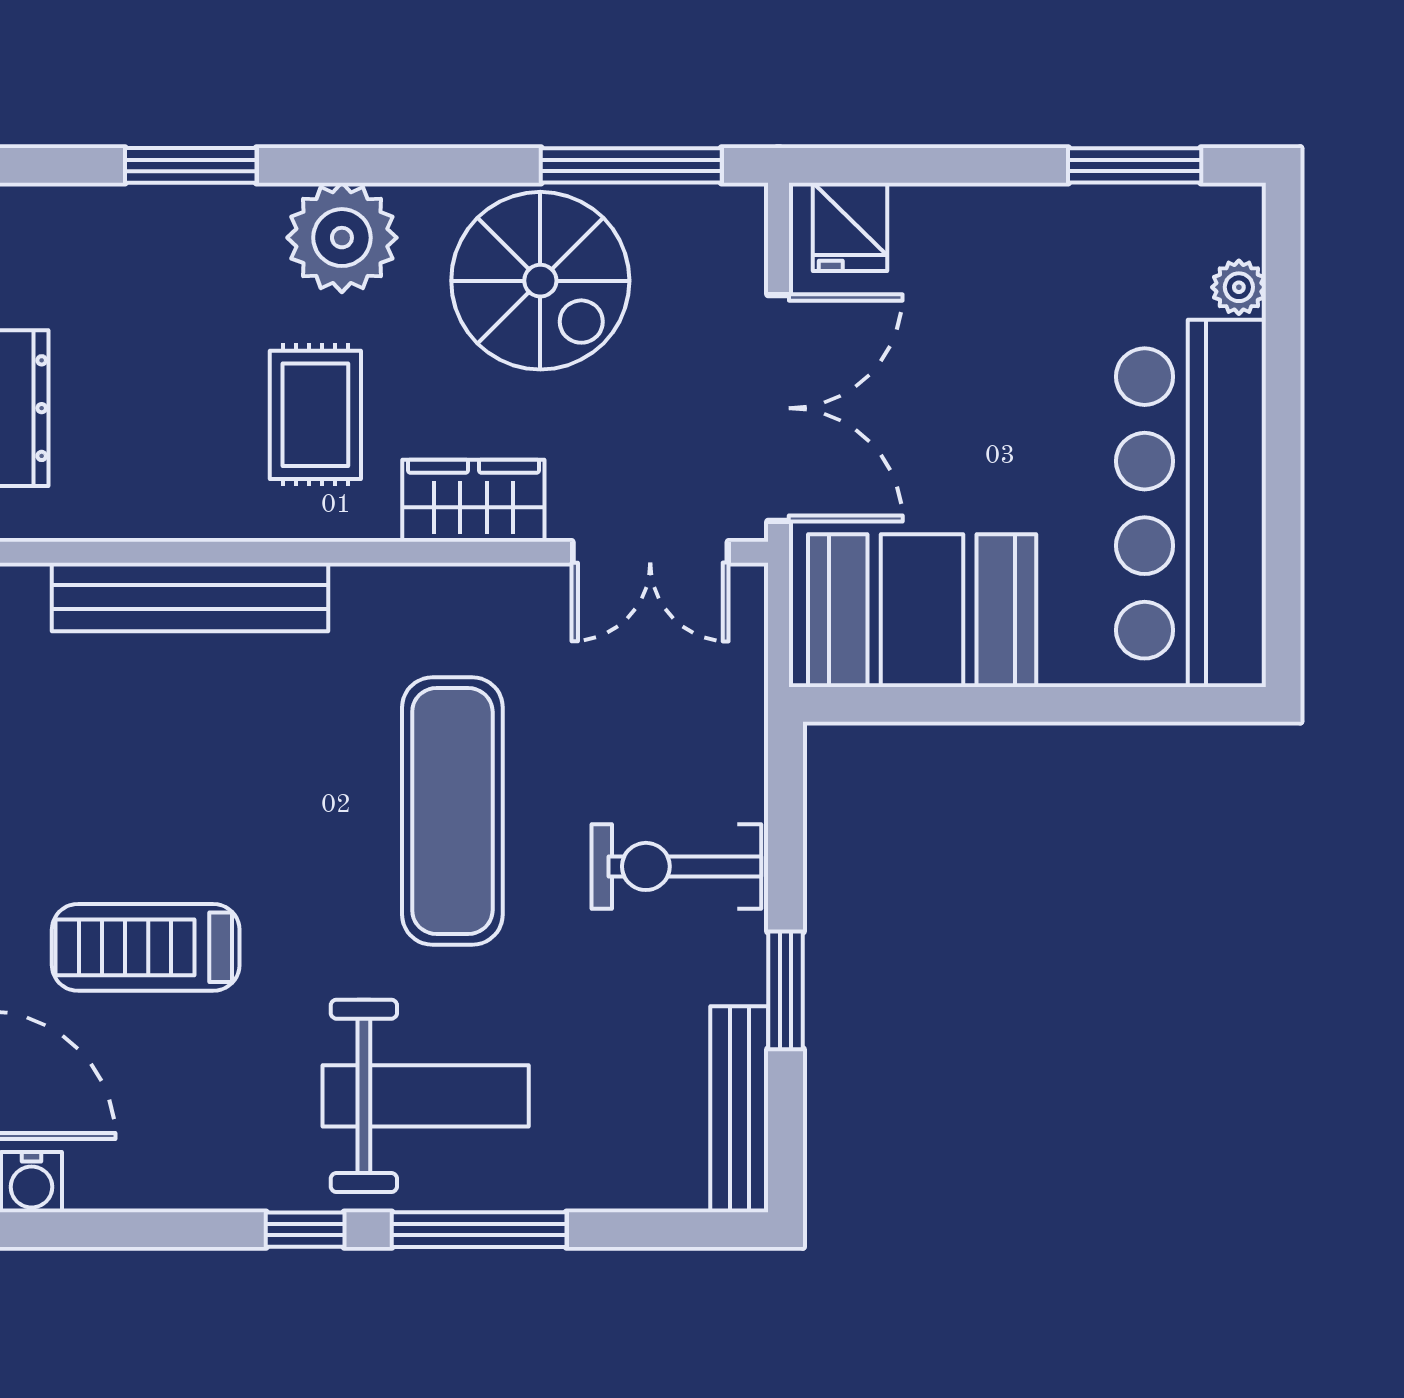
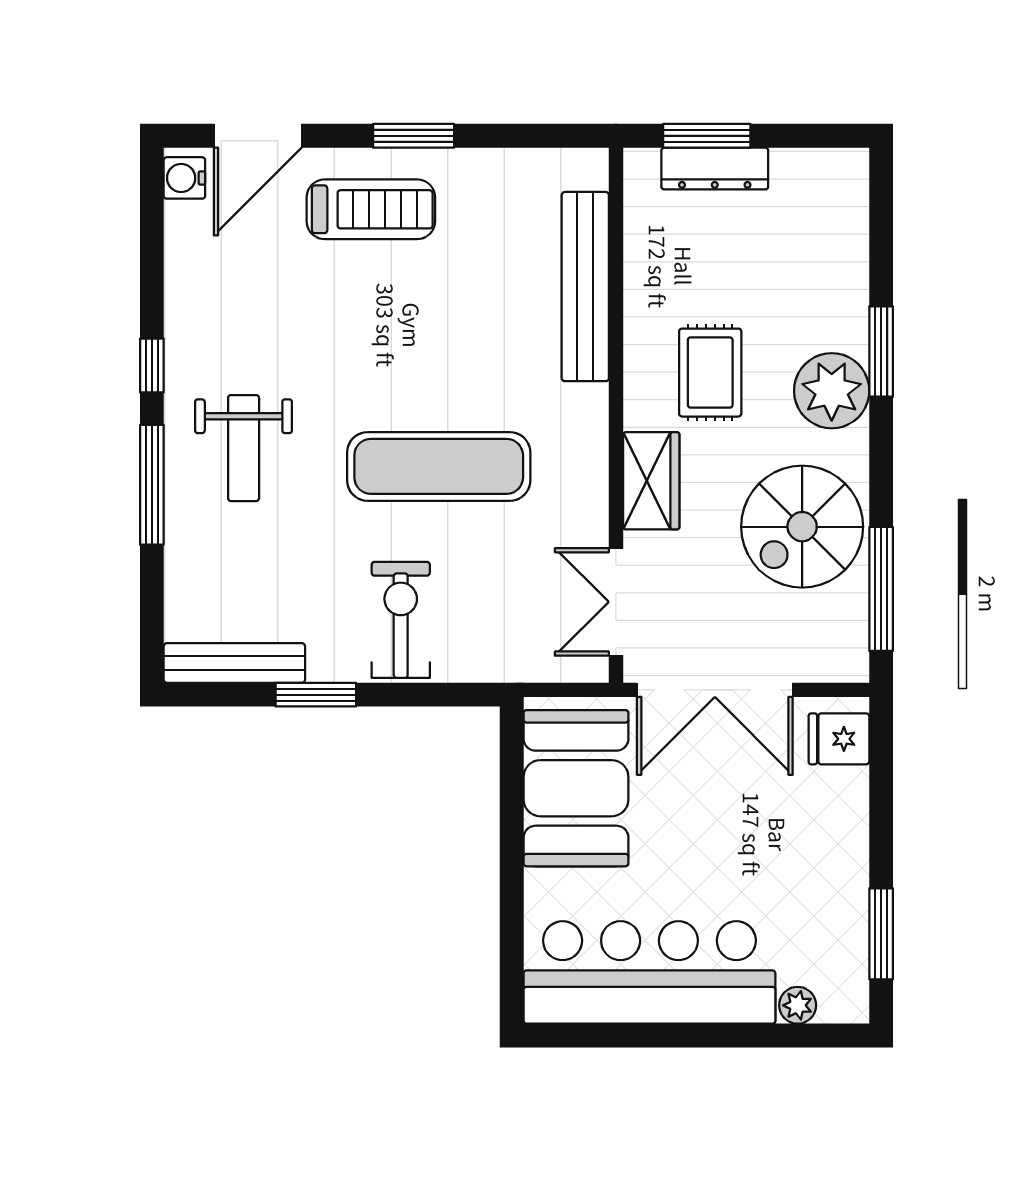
window: (191, 165) -> (881, 352), moved
rug: (315, 415) -> (710, 373), turned 90
treadmill: (146, 947) -> (371, 209), moved, turned 90
weight bench: (426, 1096) -> (244, 448), width x0.73, depth x0.75

